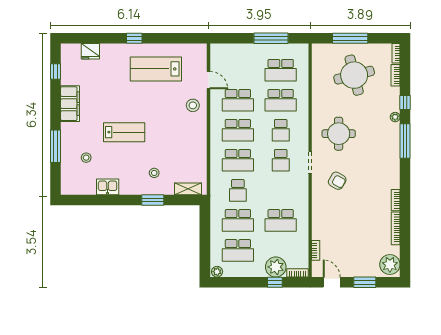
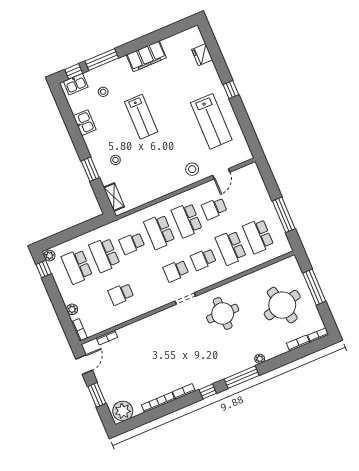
lab bench: (156, 69) -> (211, 121), turned 180
window: (56, 71) -> (74, 71), moved
school desk: (238, 100) -> (214, 208), width x0.54
window: (405, 103) -> (208, 391), moved
kitchen sink: (68, 180) -> (76, 84), added
armchair: (337, 181) -> (179, 330), removed
school desk: (281, 220) -> (121, 294), width x0.54
plant: (276, 267) -> (72, 309), width x0.53, depth x0.53
window: (275, 282) -> (44, 269), moved

